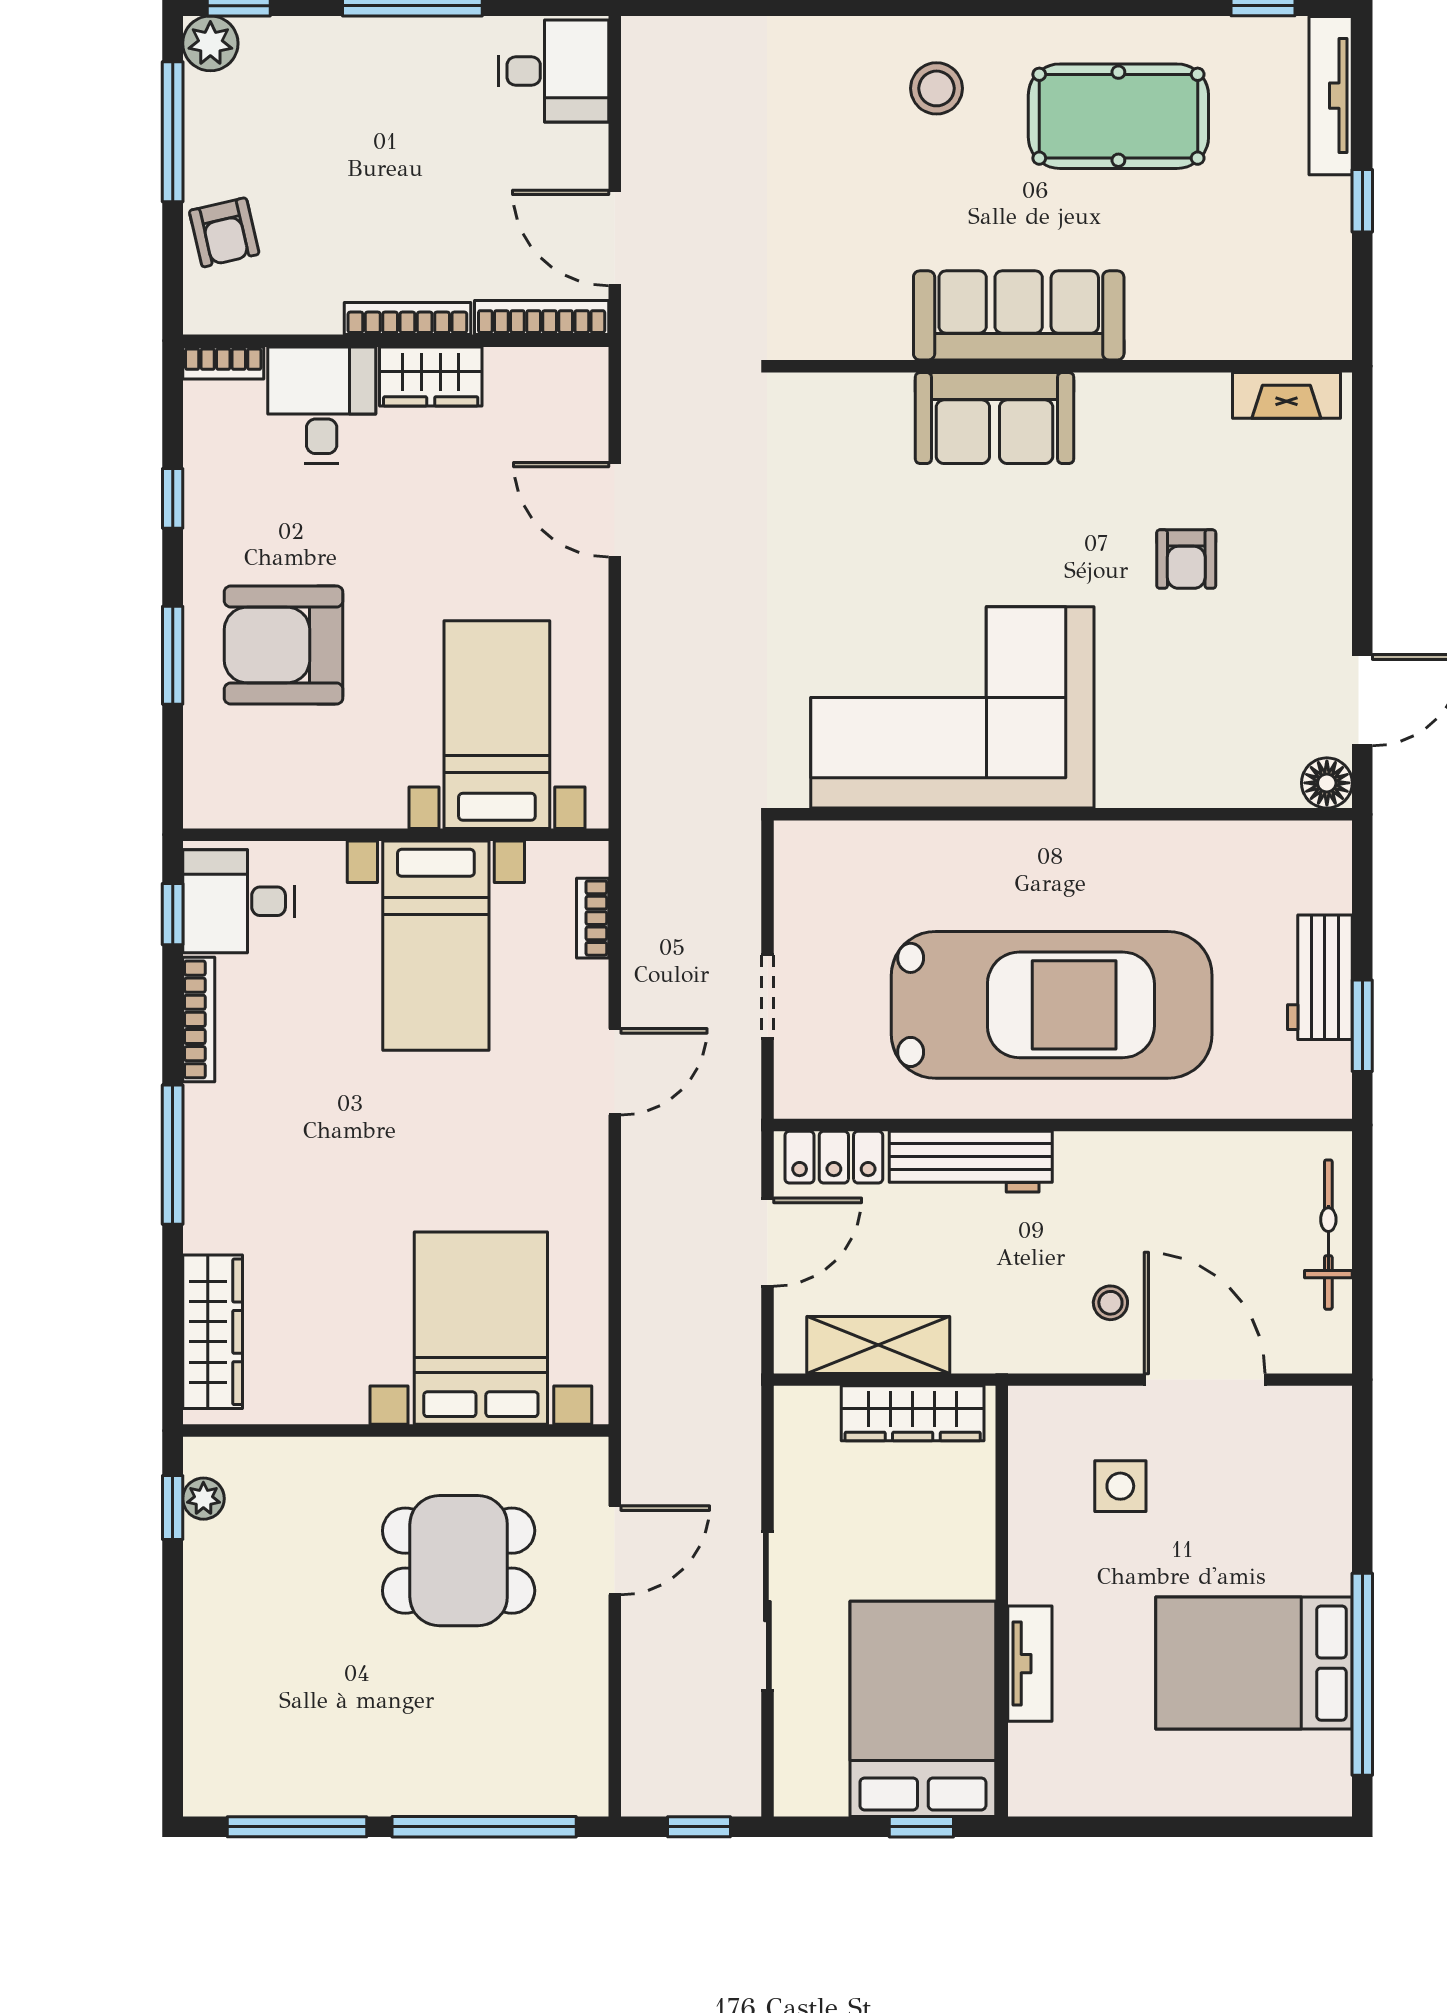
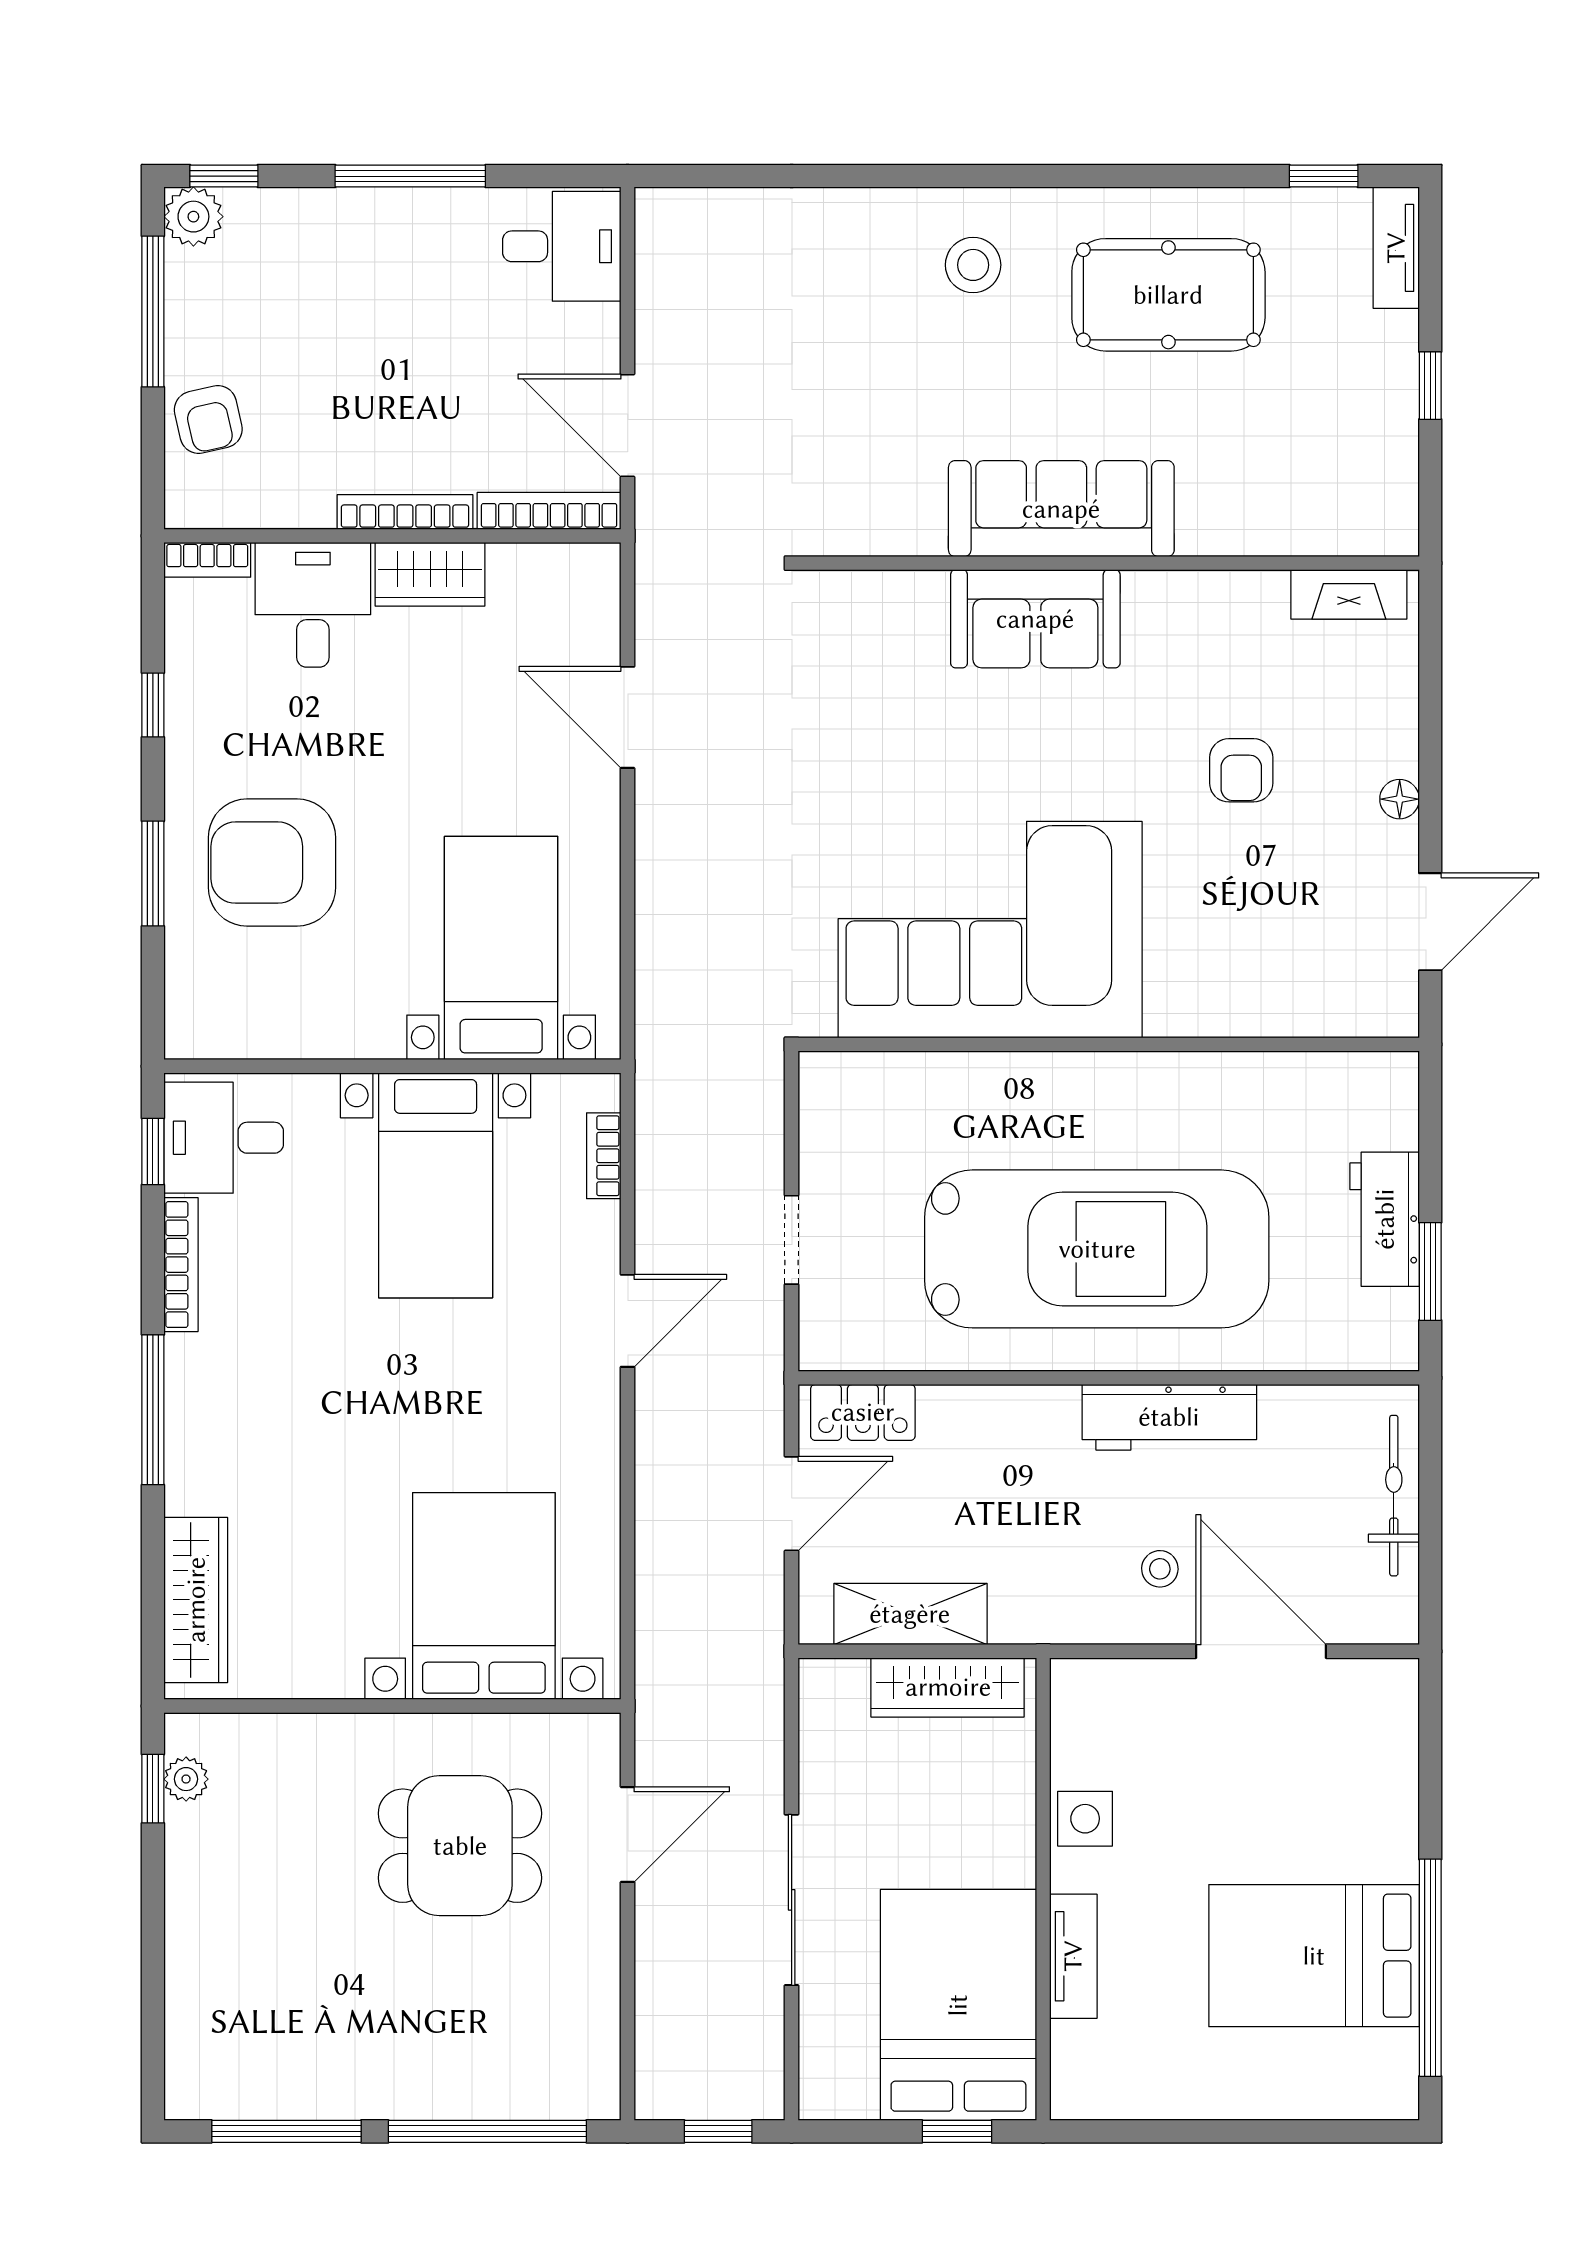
tv unit: (1331, 96) -> (1396, 248), width x0.71
floor lamp: (1327, 783) -> (1400, 799), moved, width x0.73, depth x0.73
workbench: (971, 1162) -> (1169, 1417), moved
side table: (1120, 1486) -> (1085, 1819), moved

